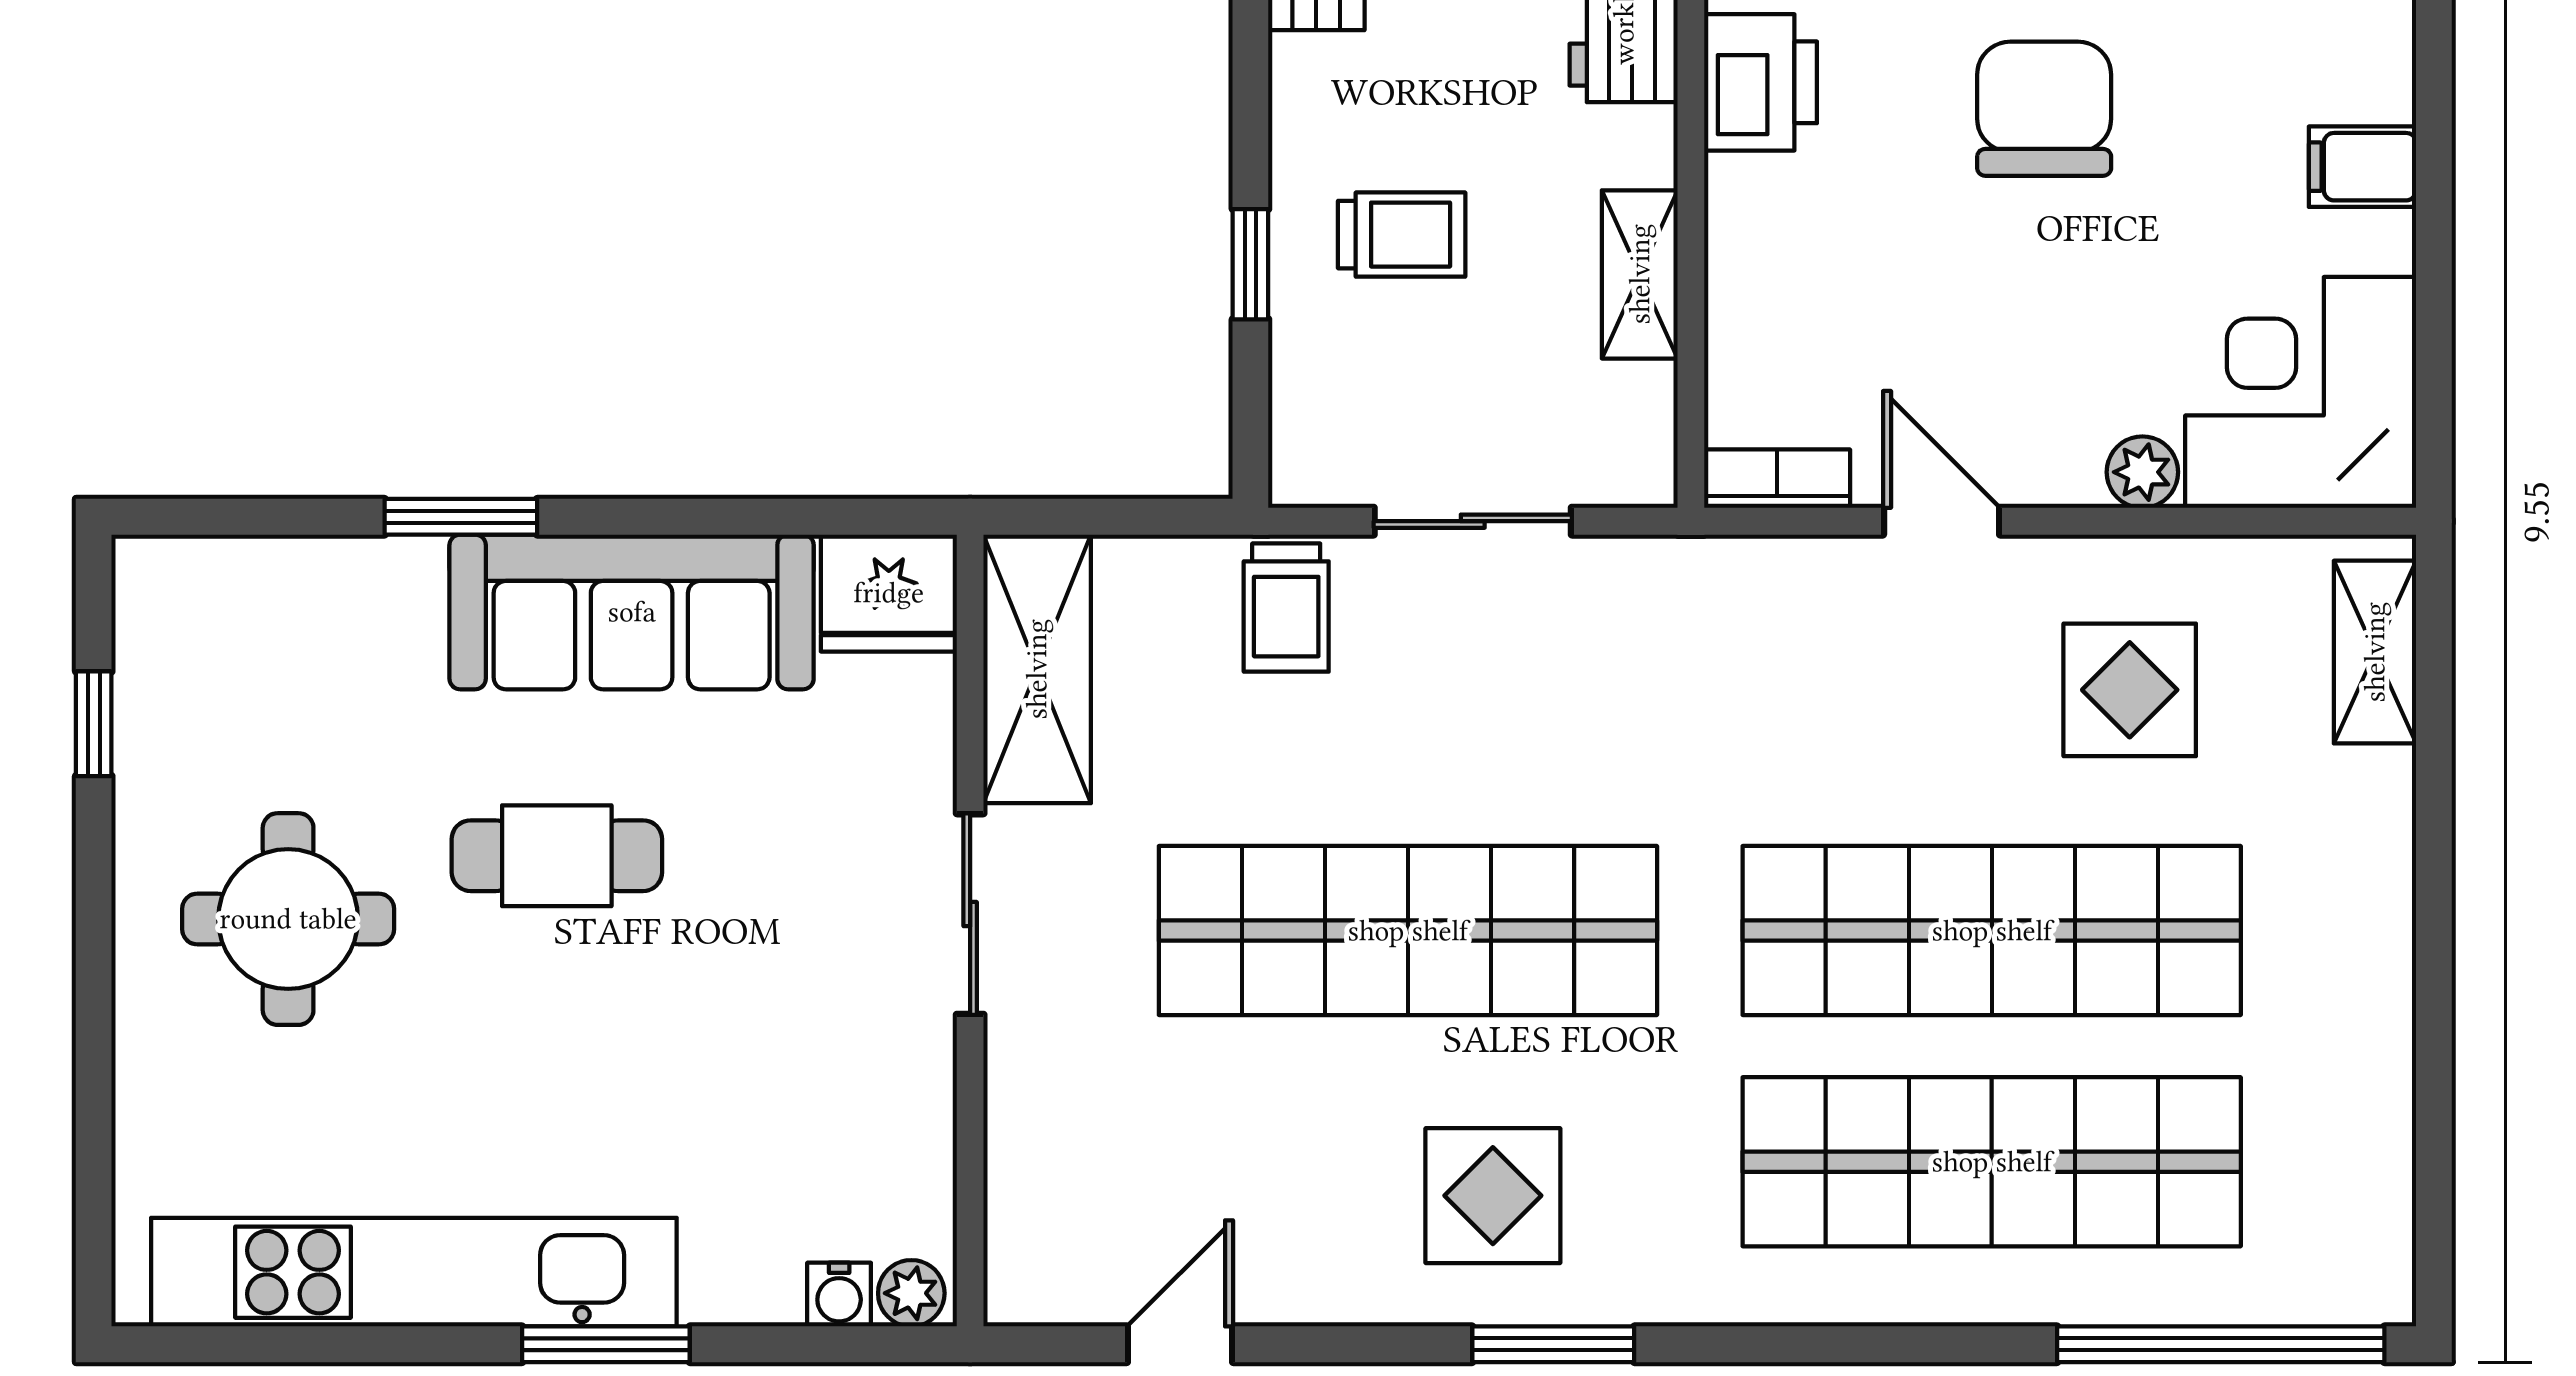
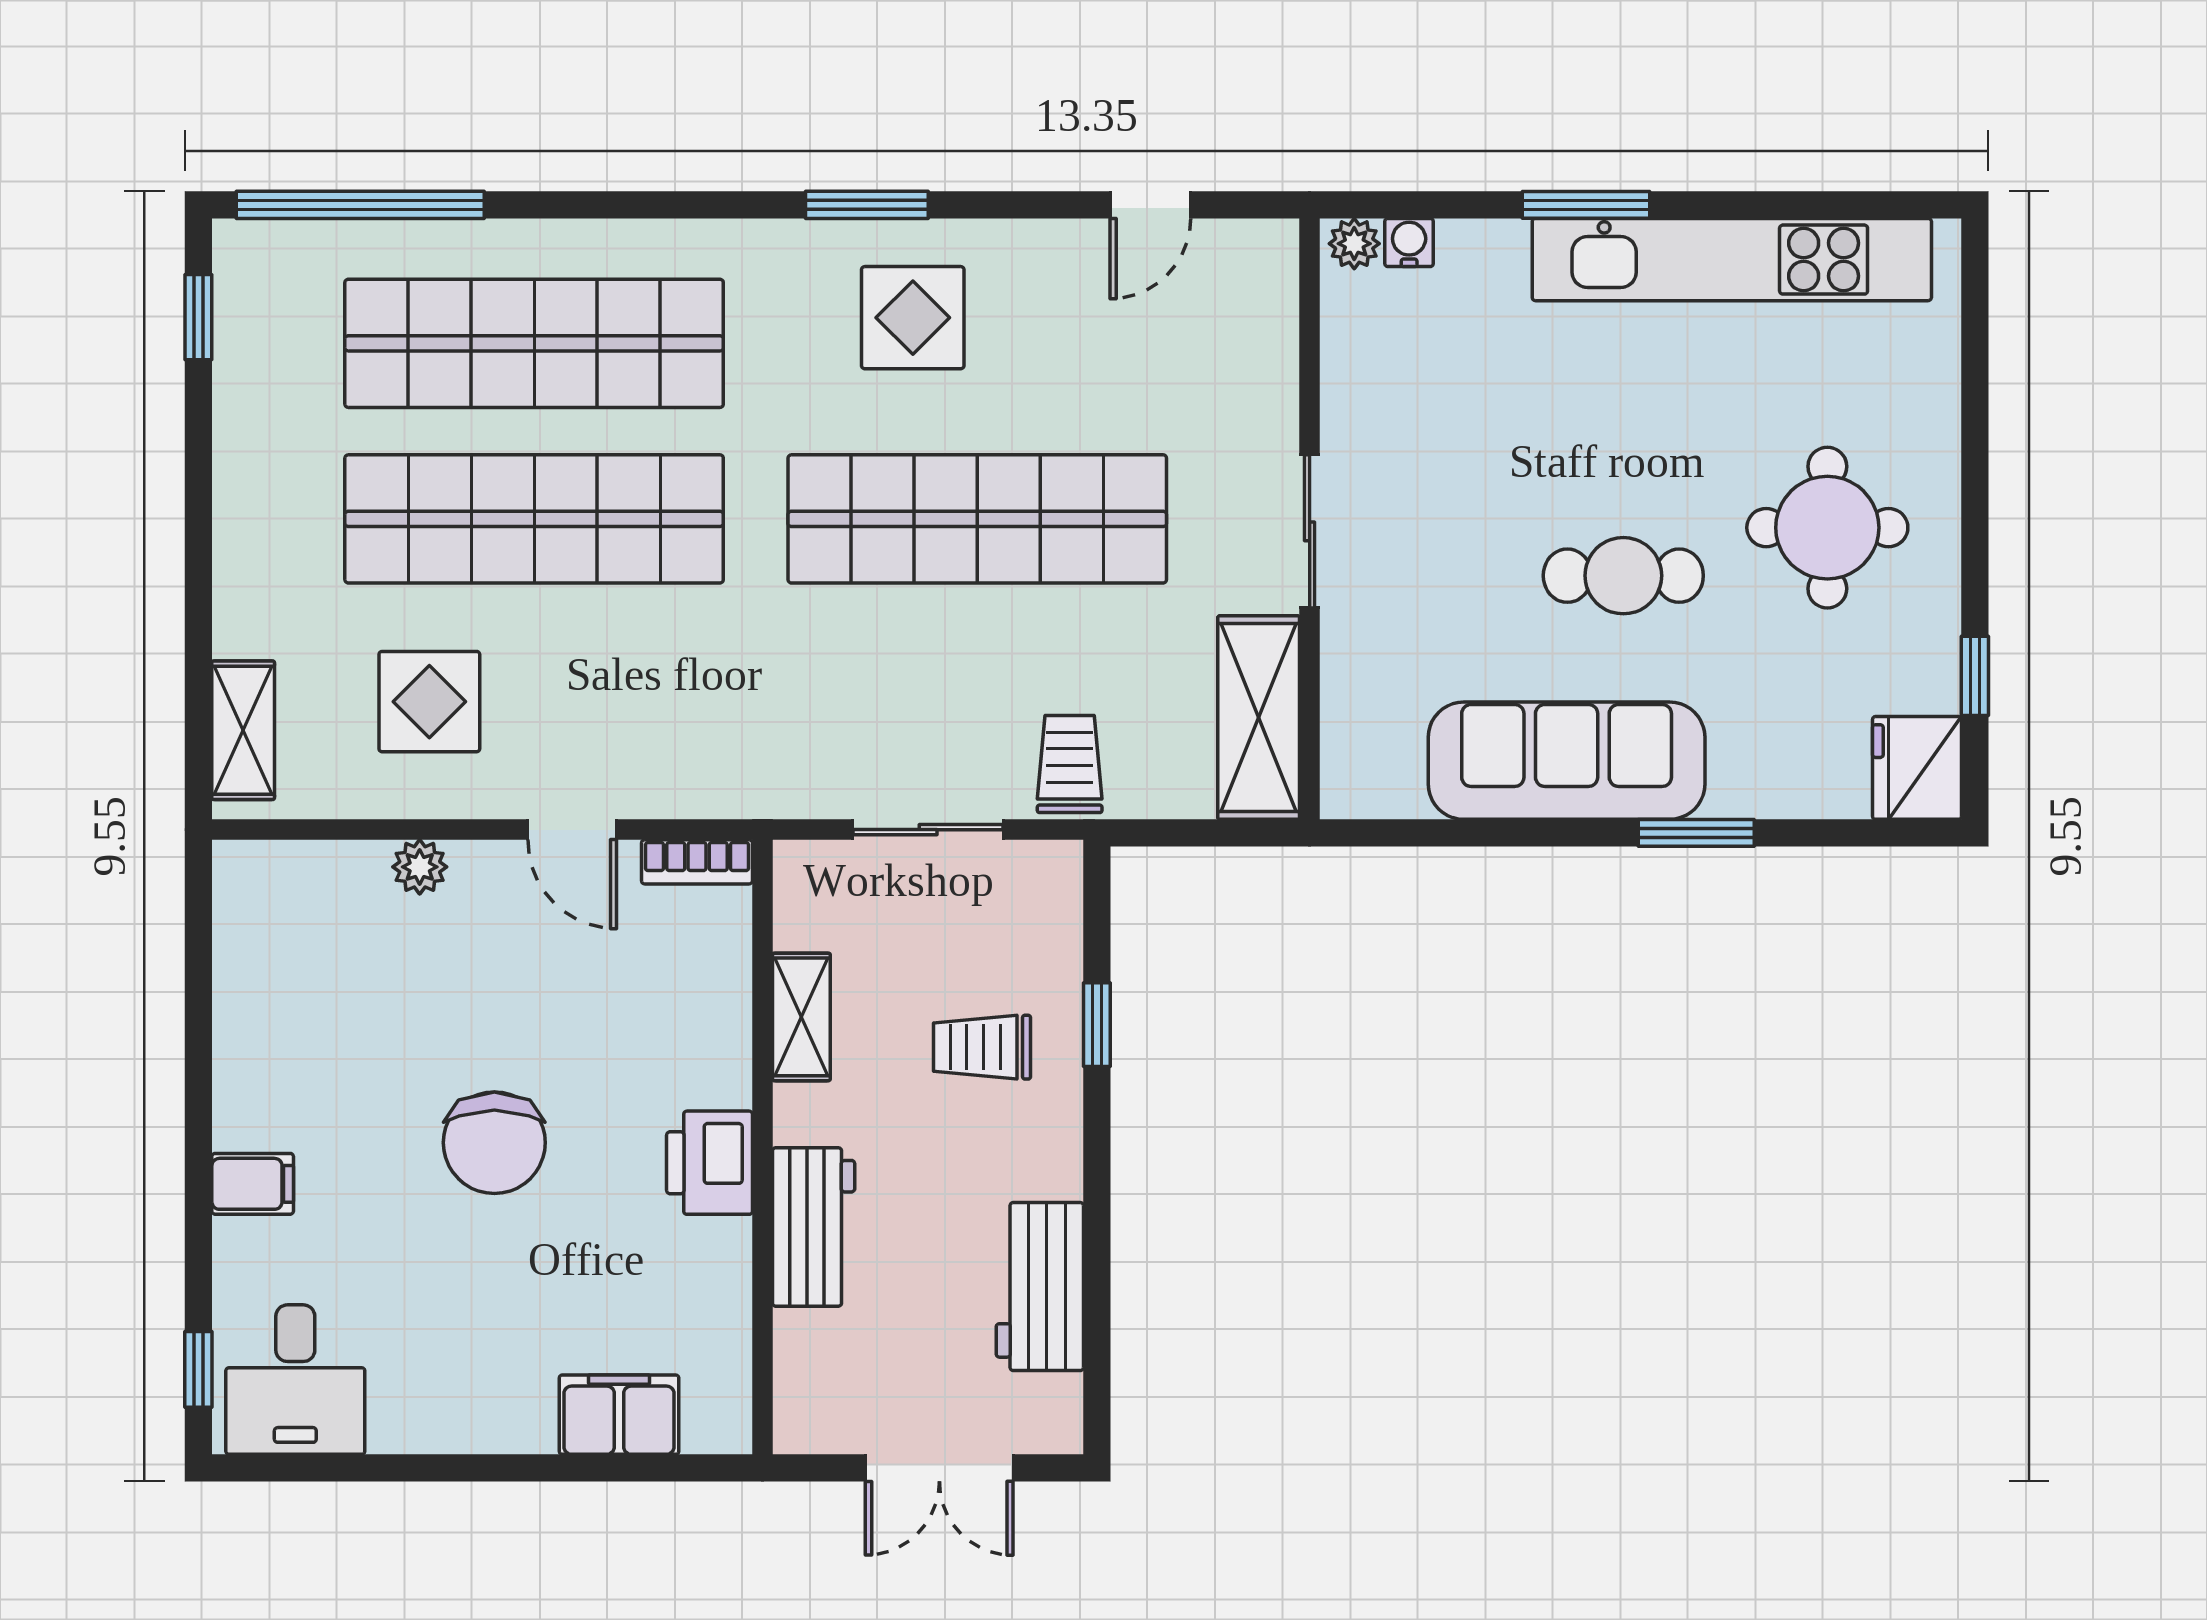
filing cabinet: (2362, 167) -> (253, 1184), moved
corner desk: (2301, 392) -> (300, 927), removed
fridge: (889, 593) -> (1917, 768), moved, turned -90
window: (2434, 1196) -> (198, 317), added

